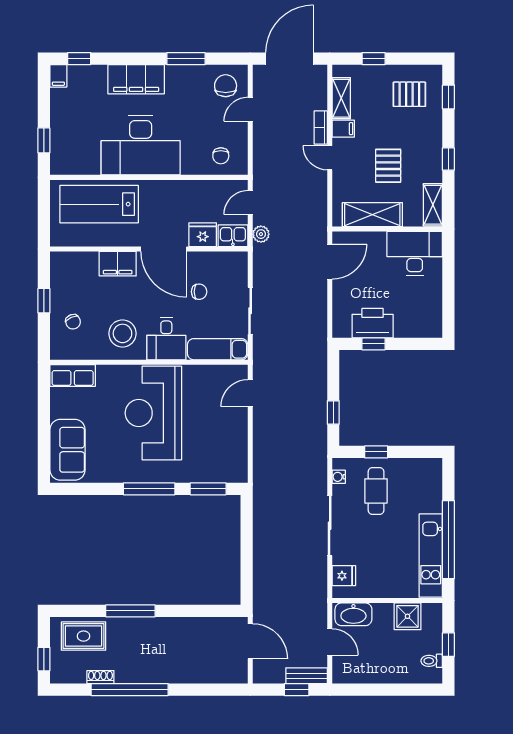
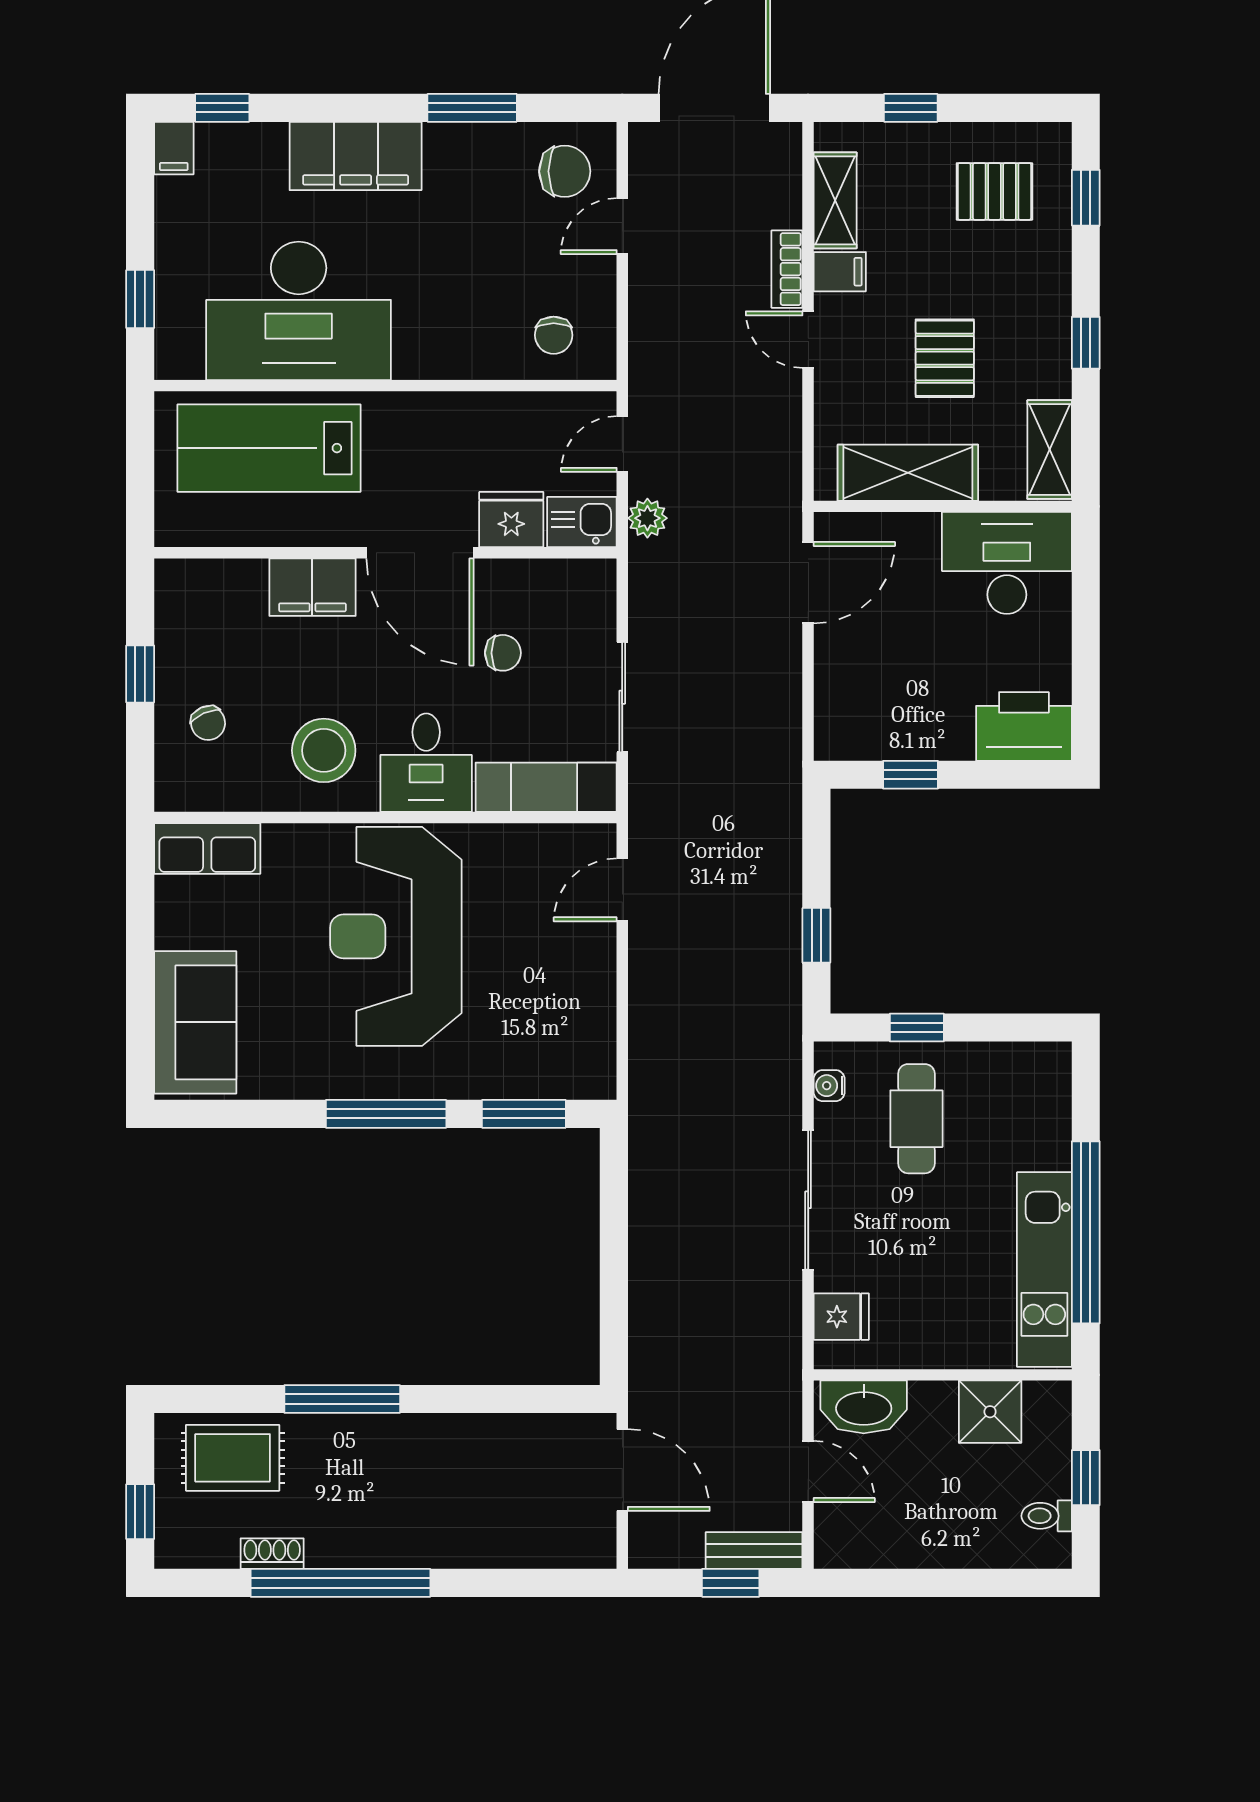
chair: (226, 86) -> (565, 171), turned 90
desk: (141, 145) -> (299, 311), moved
printer: (373, 323) -> (1024, 726), moved

